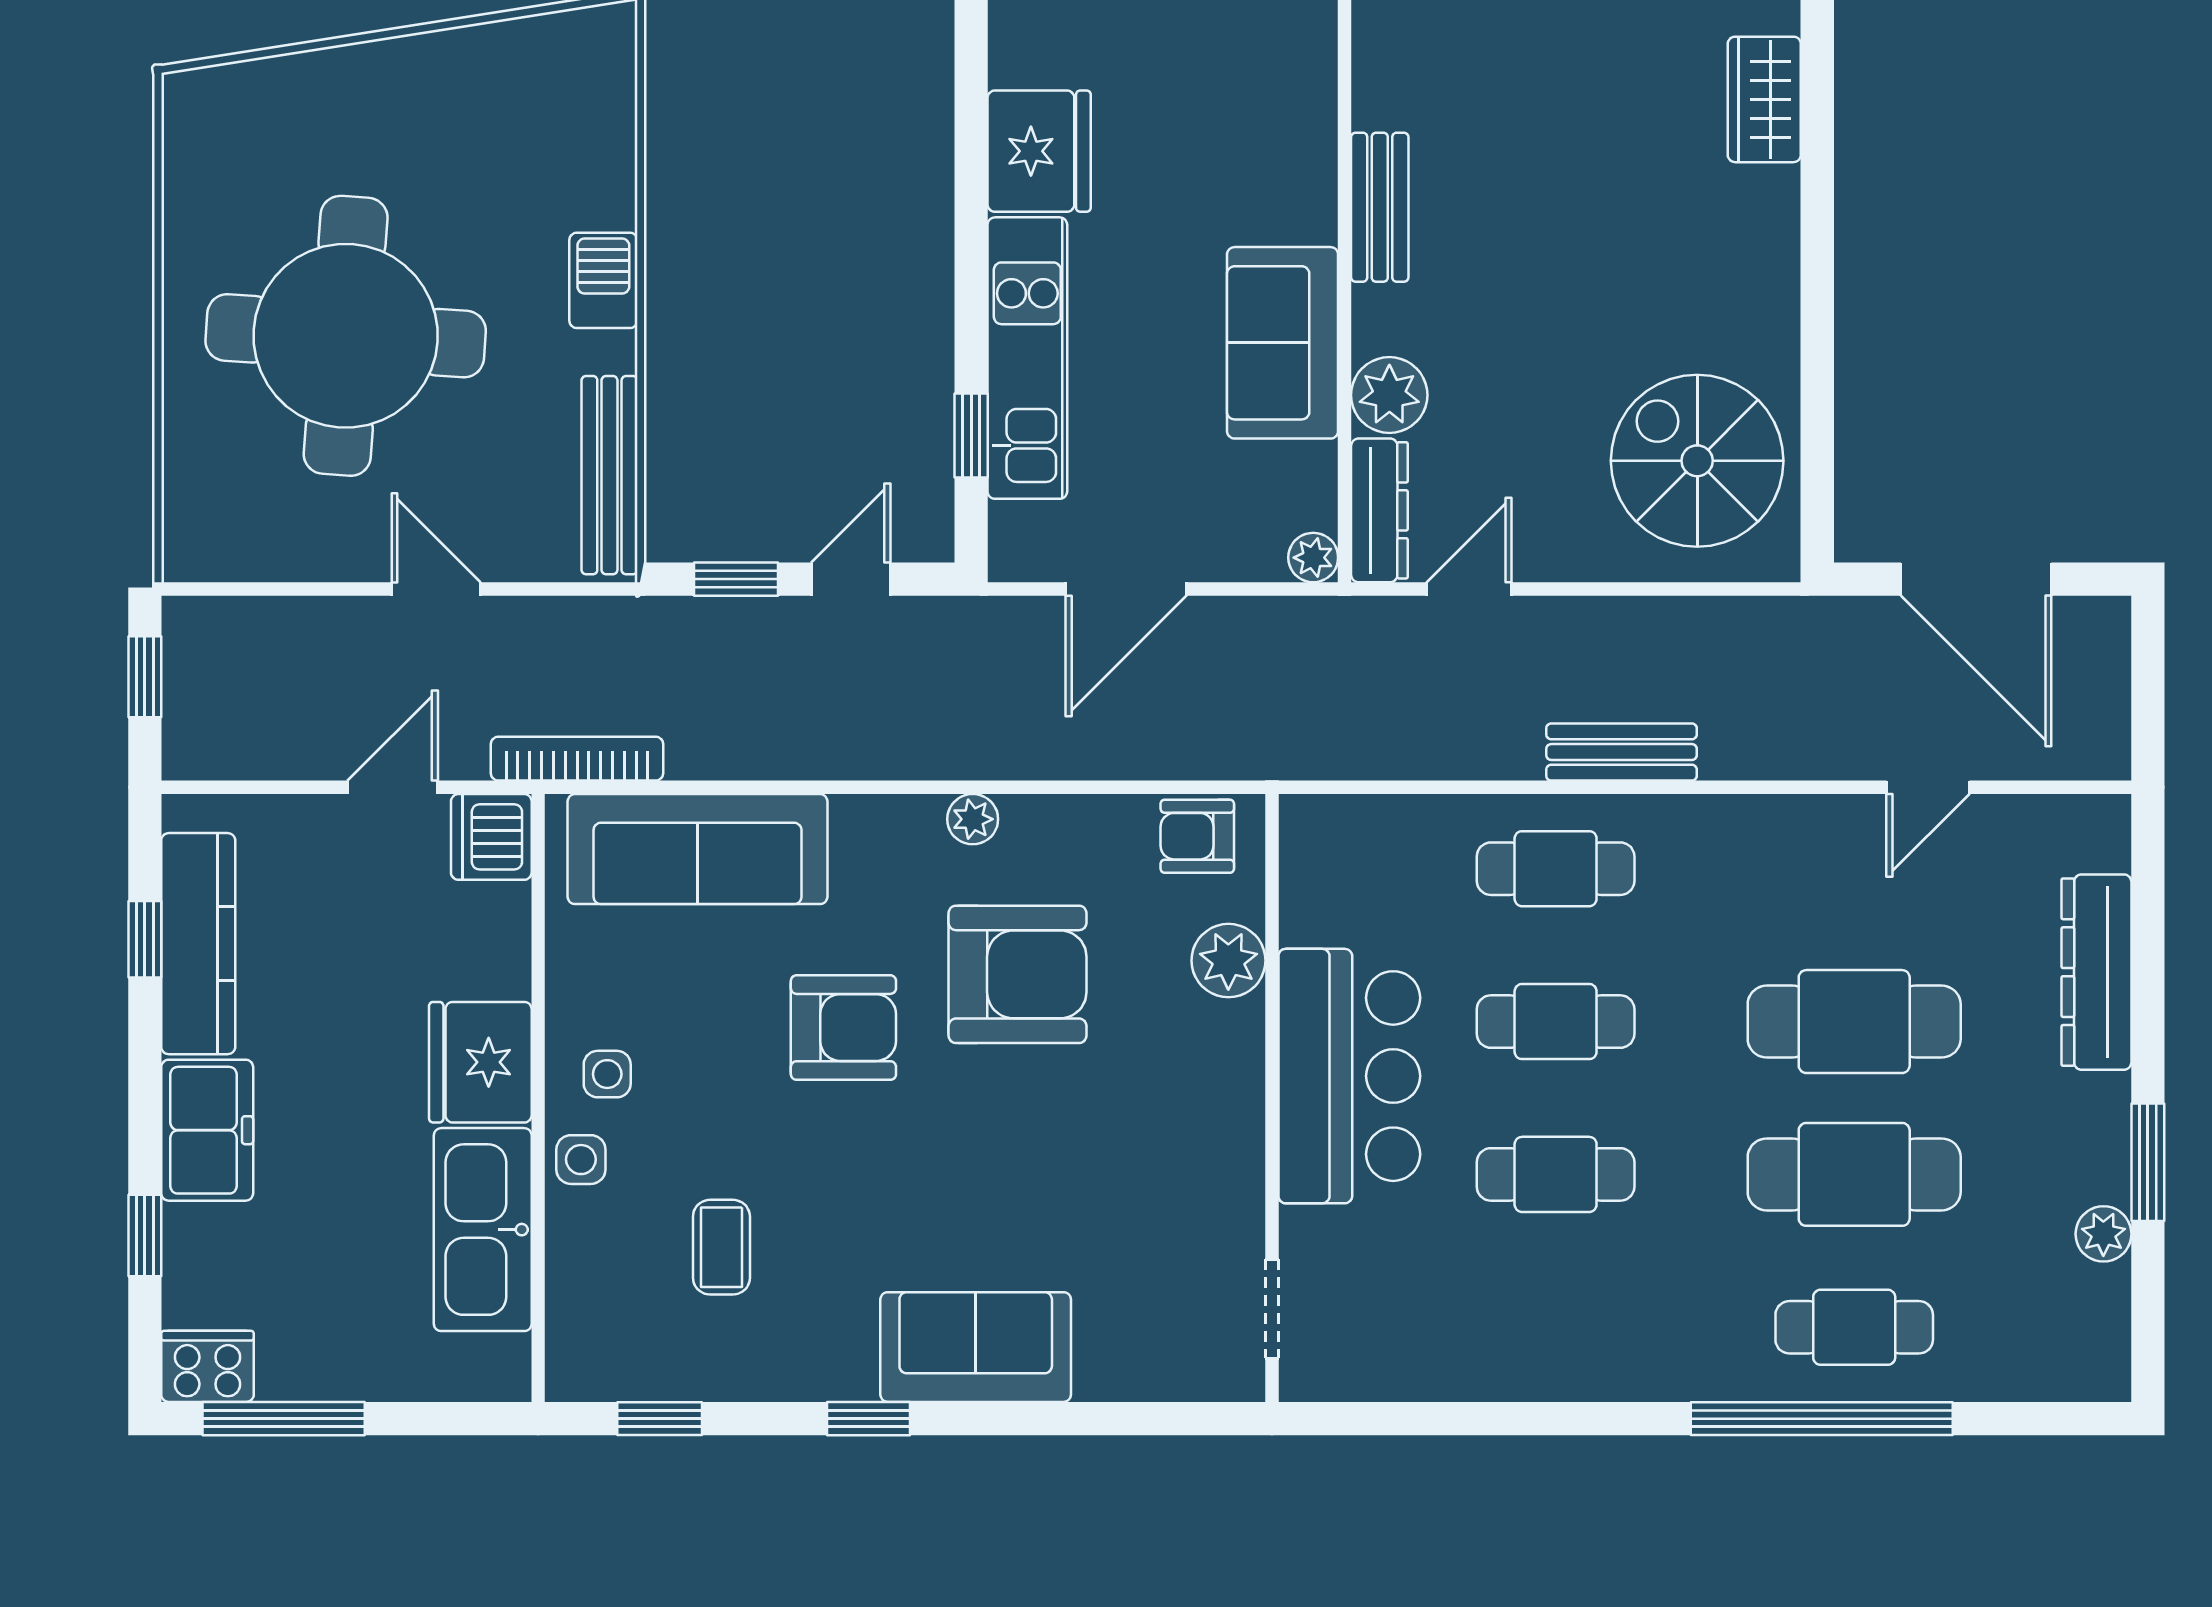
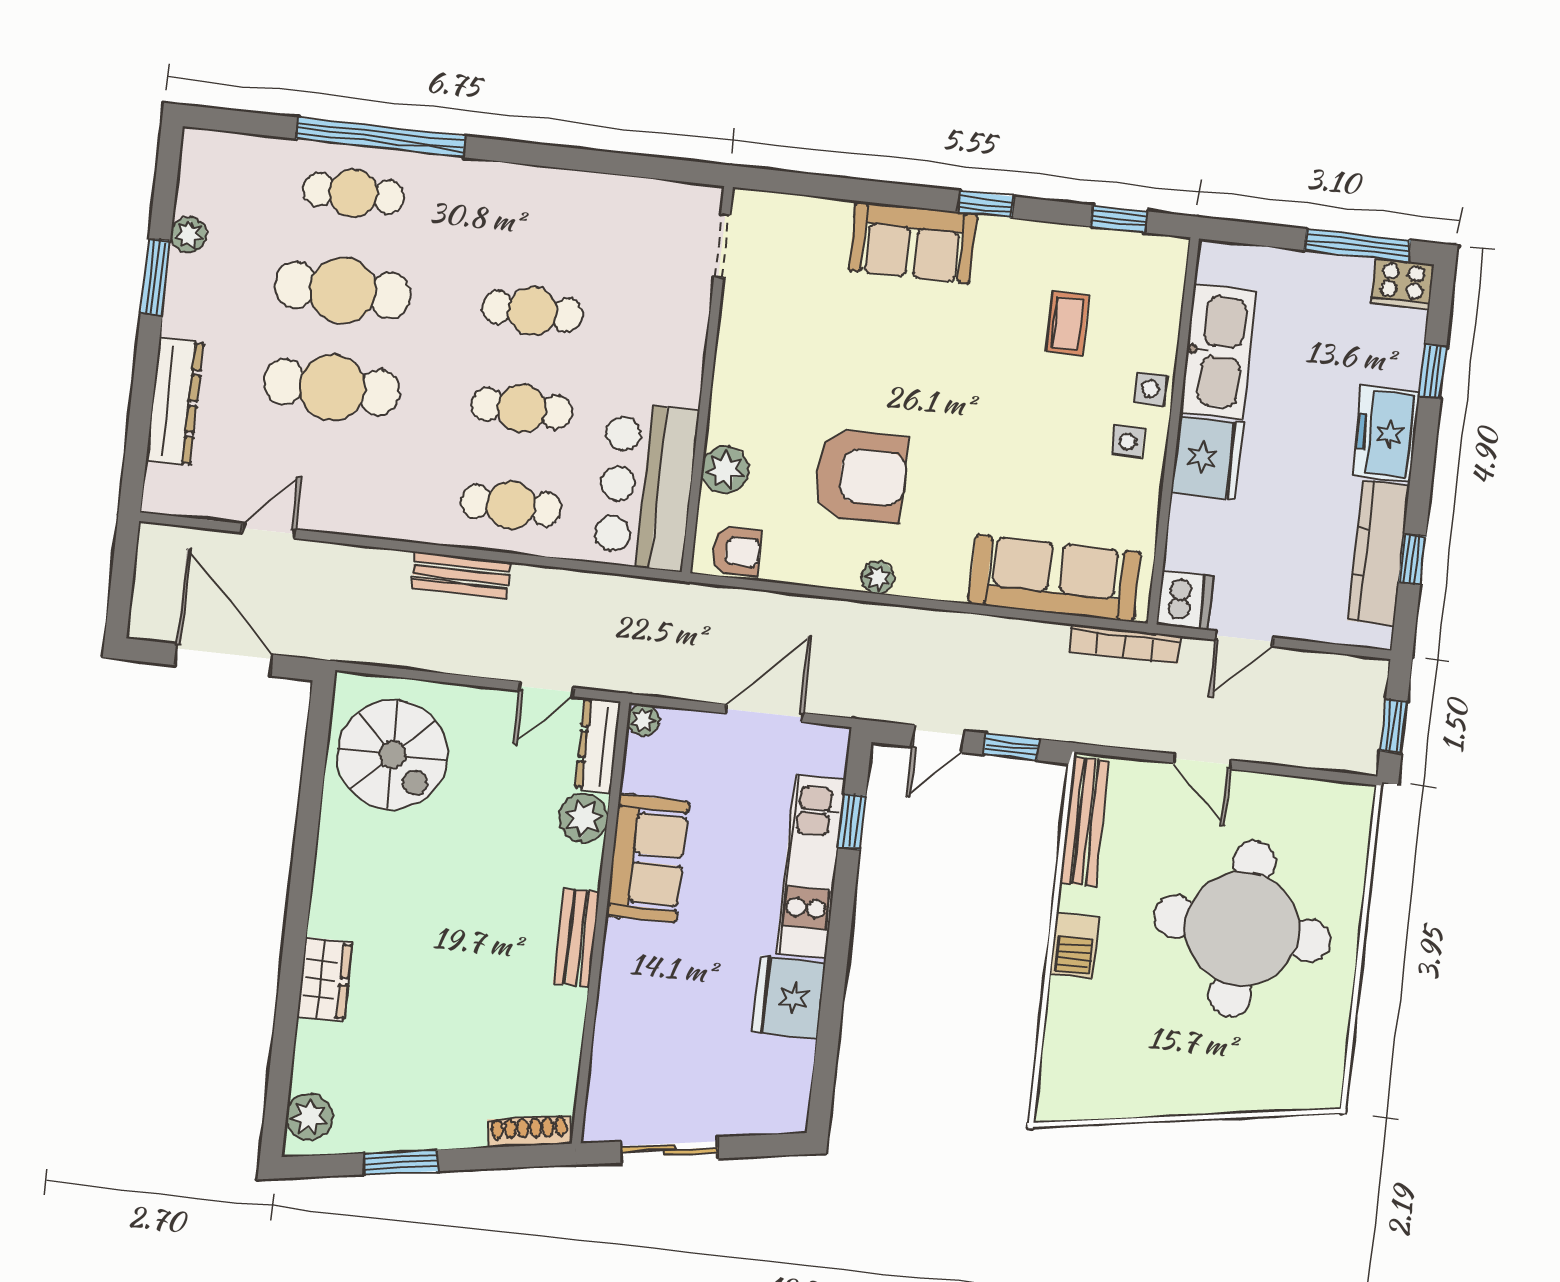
armchair: (1017, 974) -> (860, 476), turned 180
armchair: (843, 1028) -> (975, 454), removed
bar counter: (1349, 1076) -> (646, 486), moved

